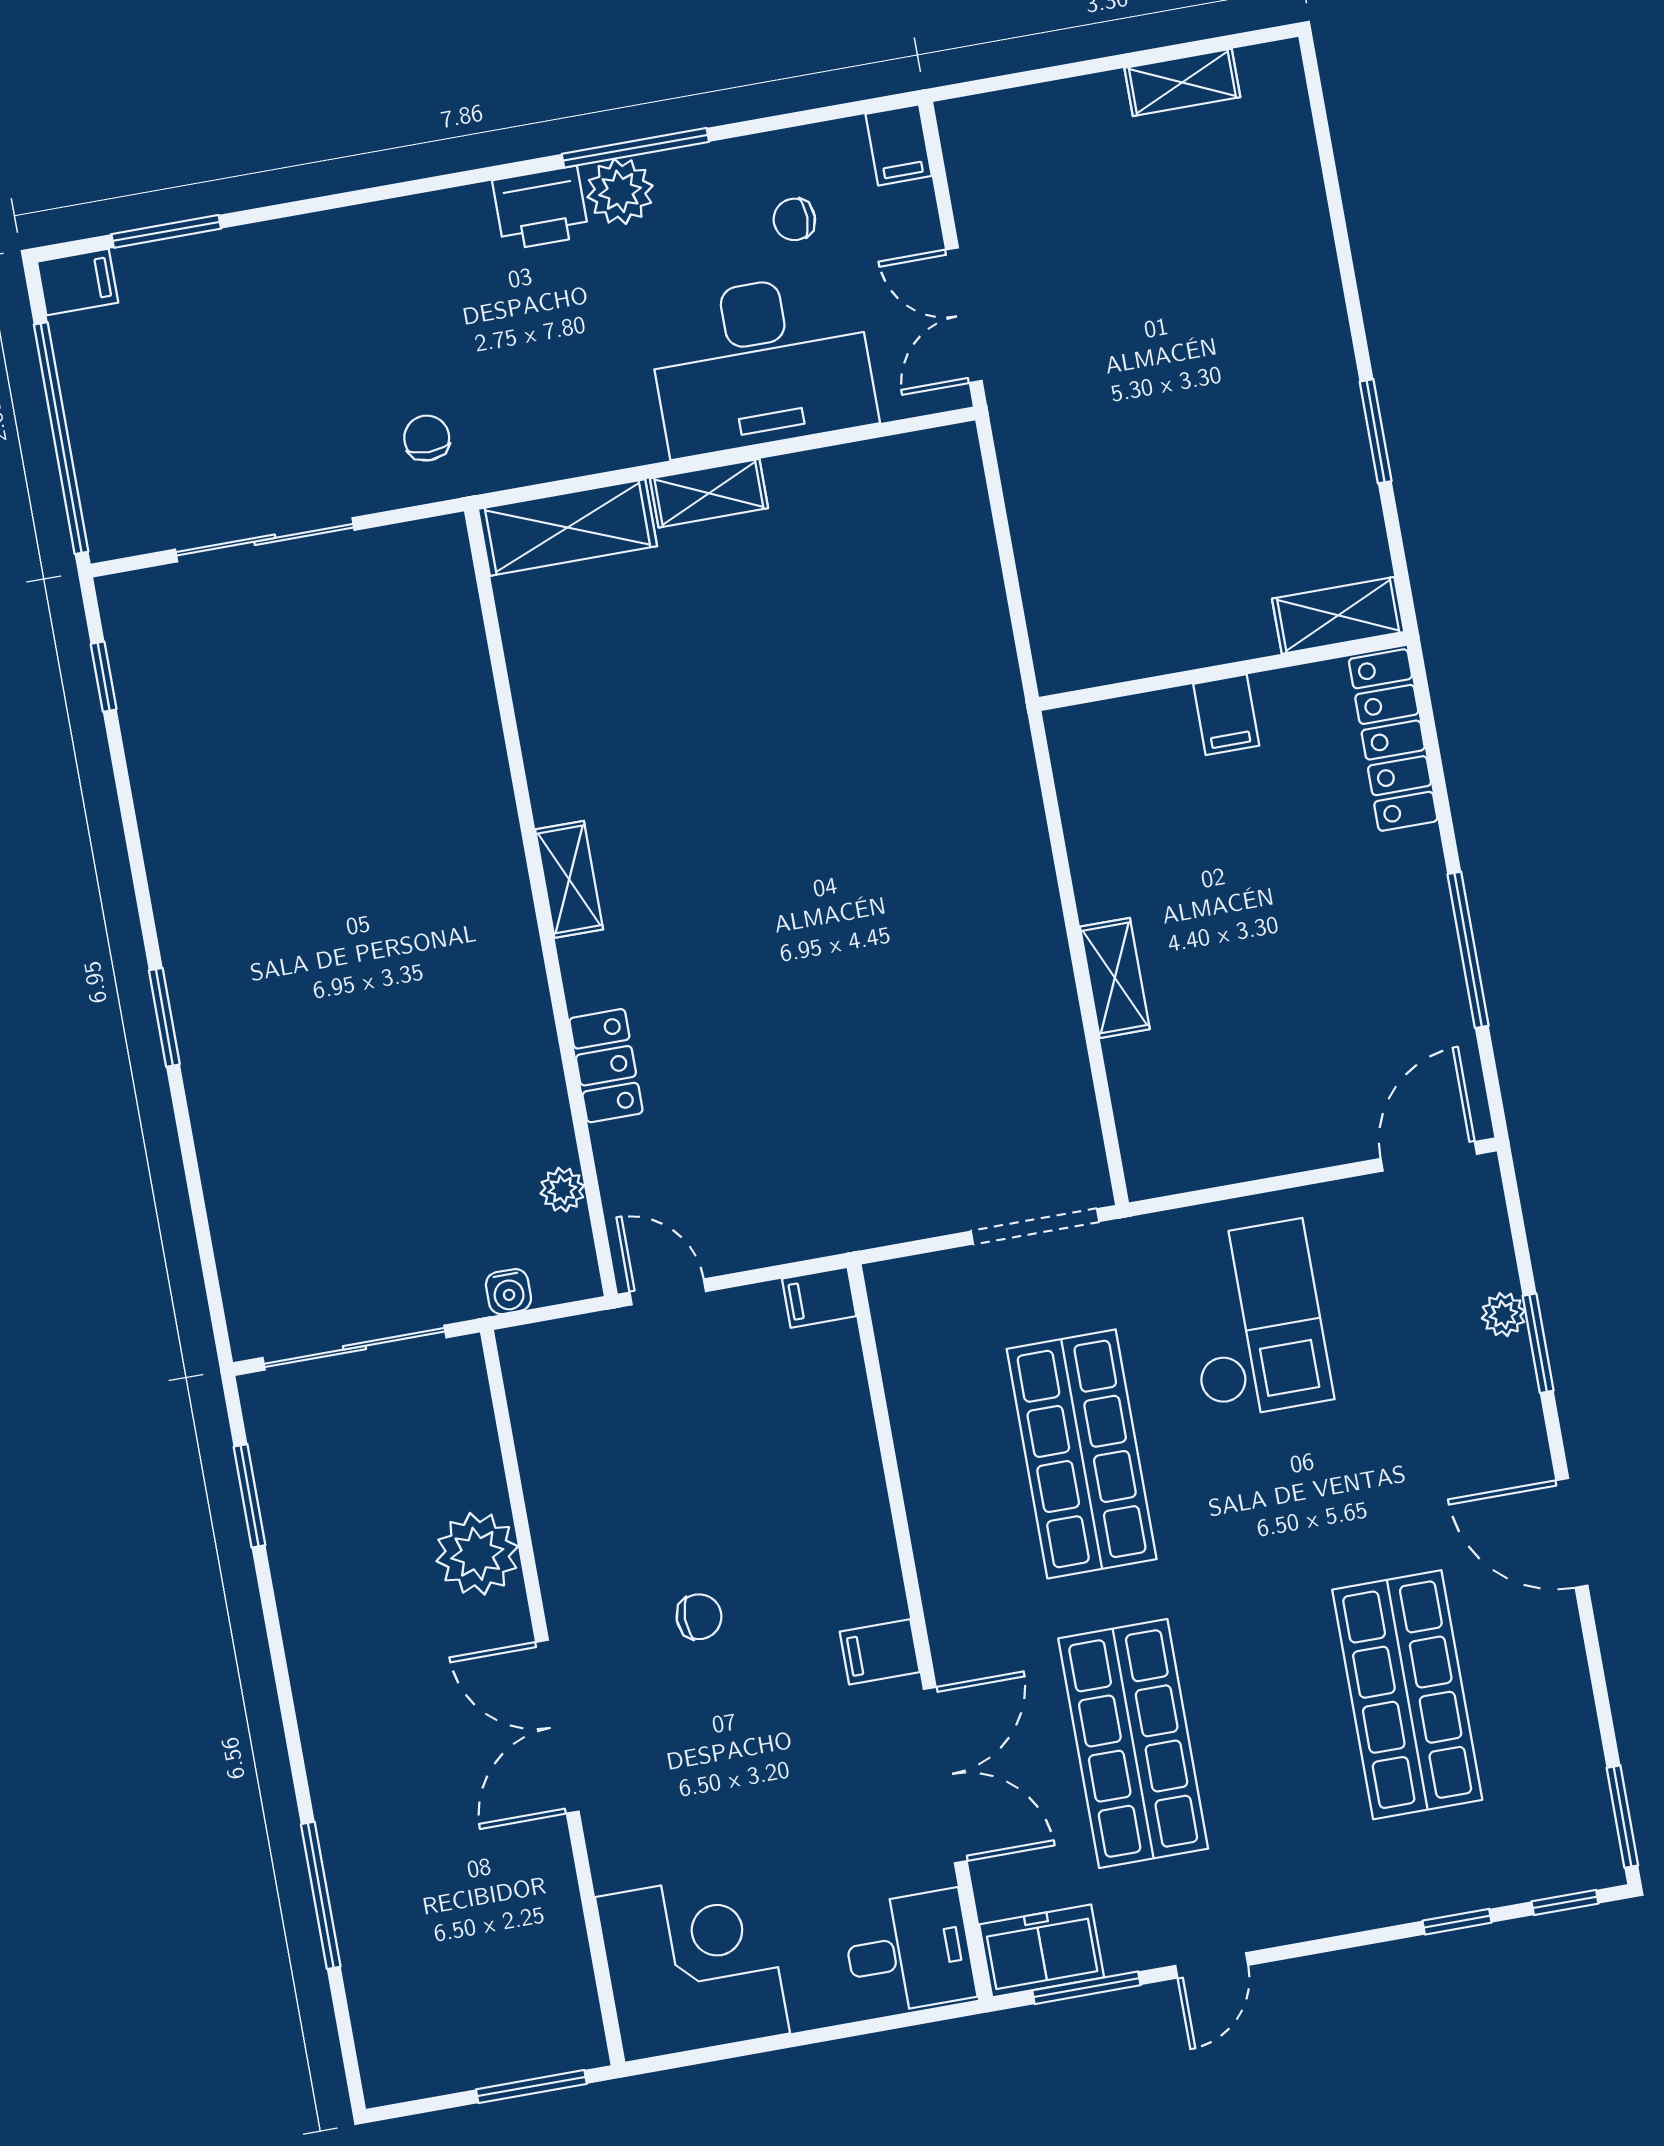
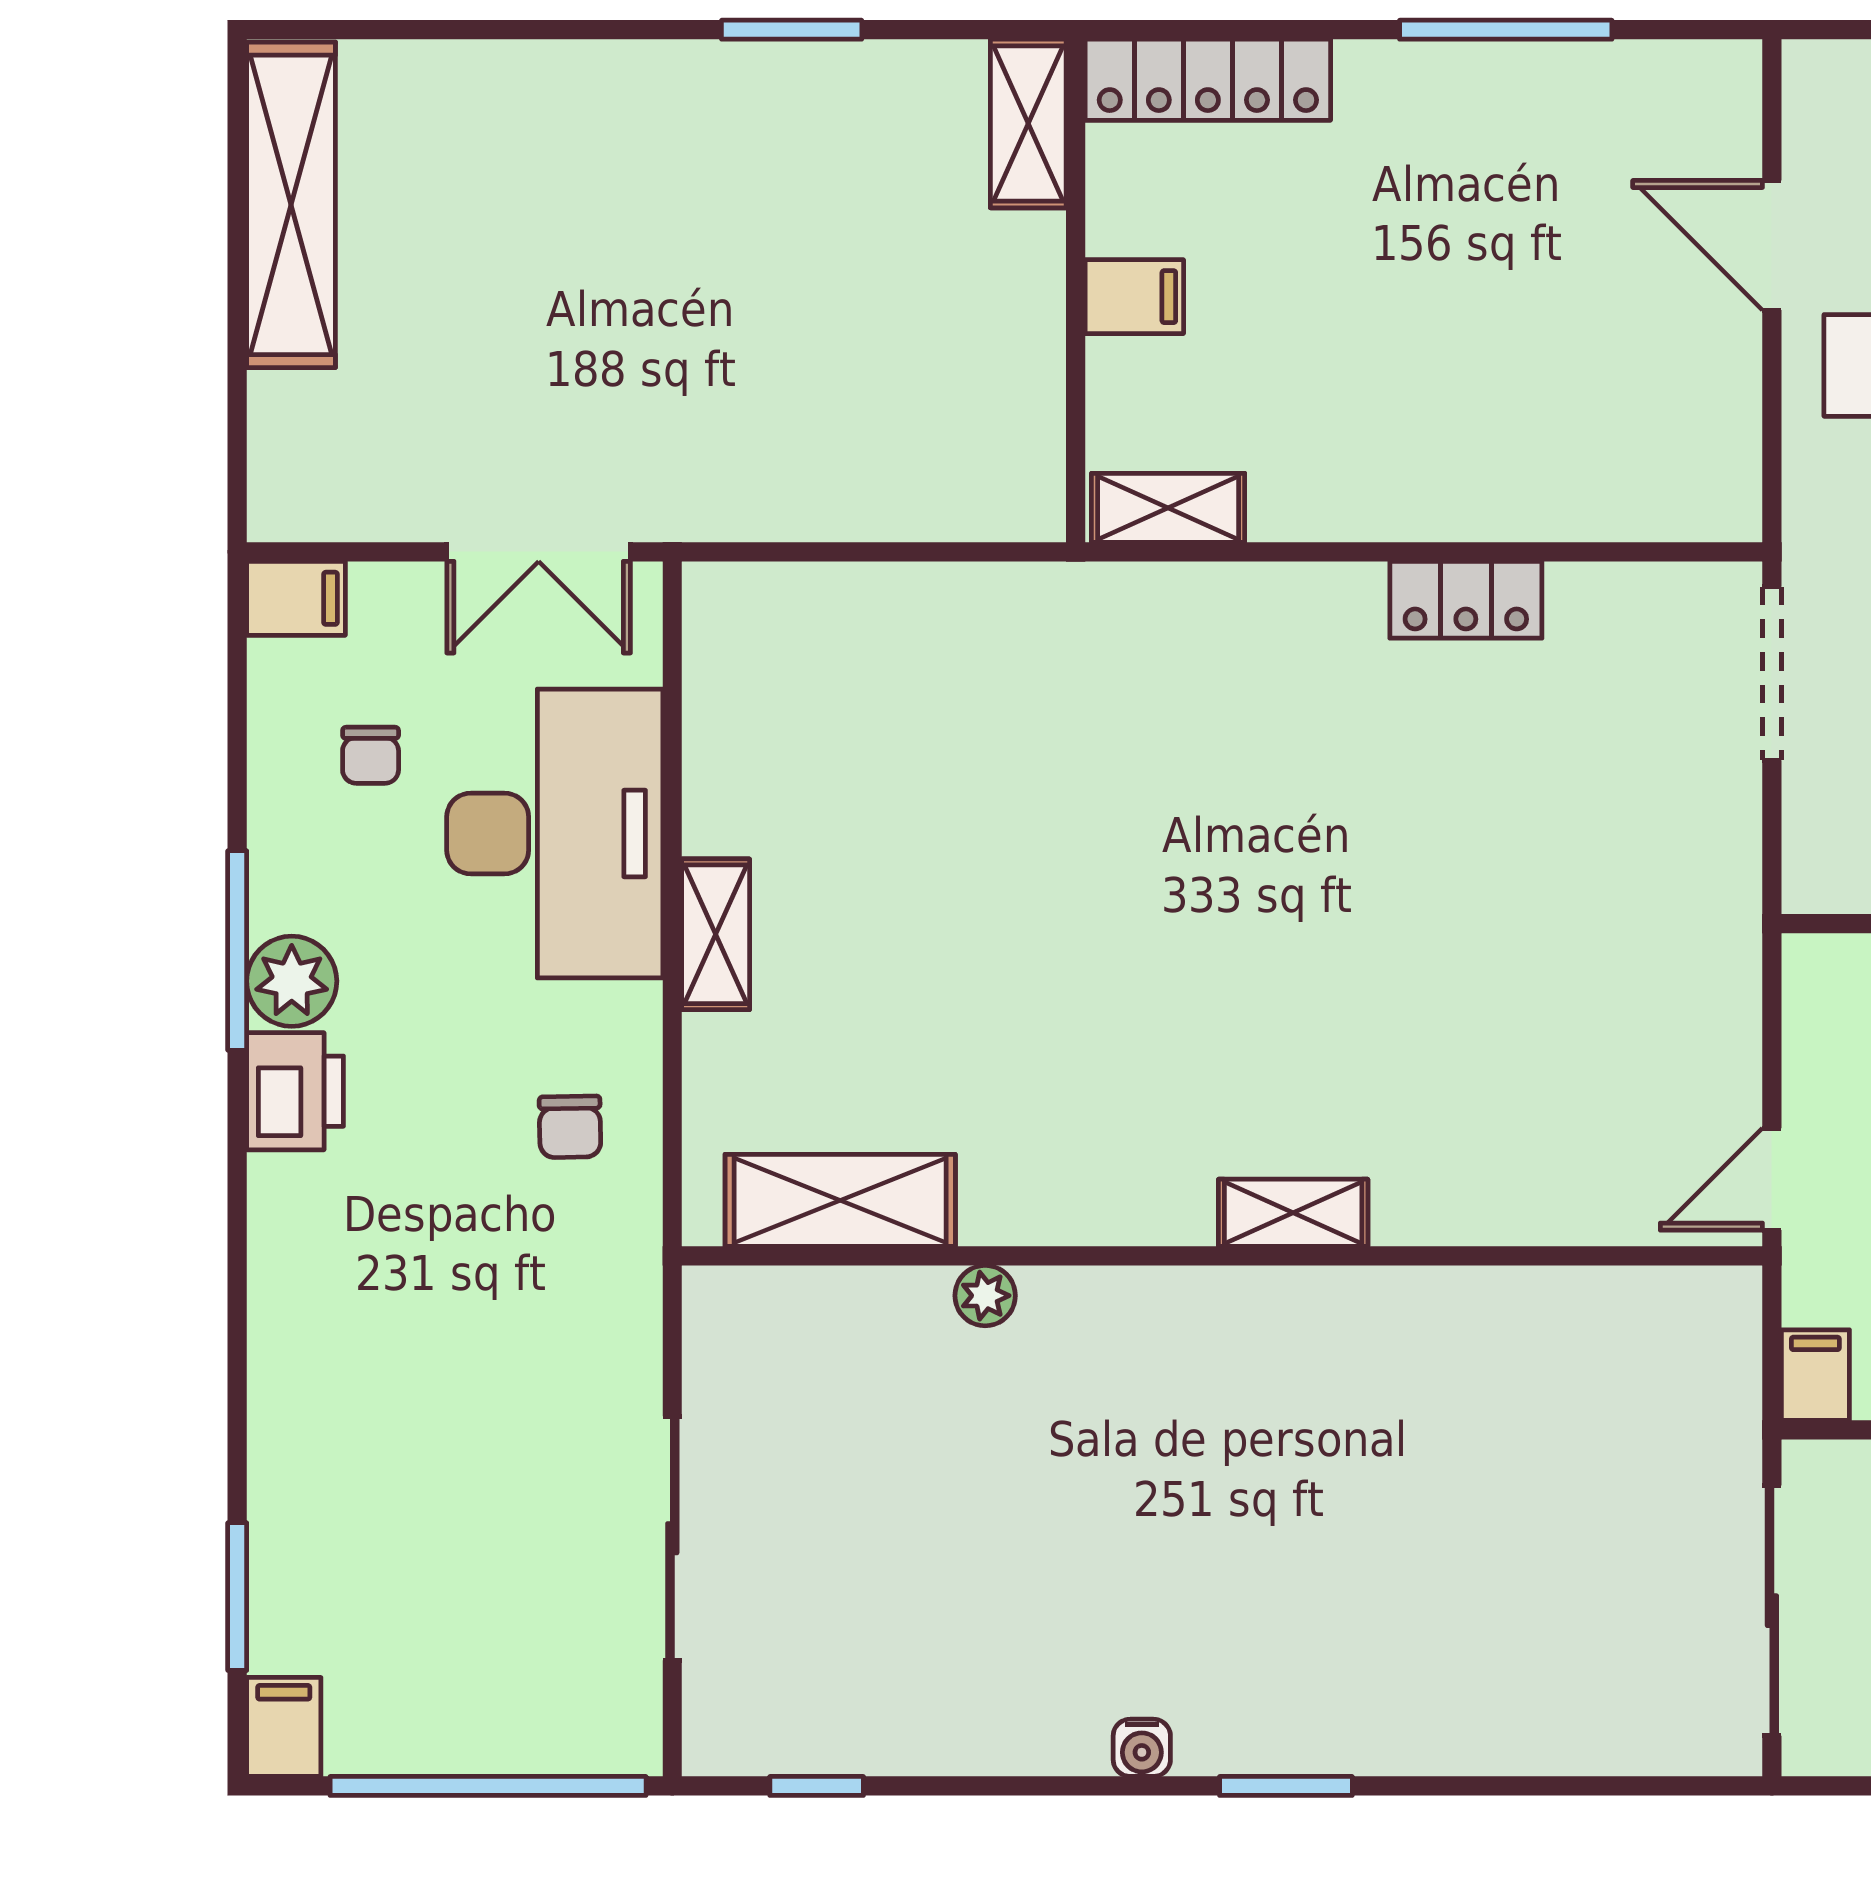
shelving: (1182, 82) -> (291, 205), width x2.20, depth x1.33
chair: (427, 438) -> (570, 1127), moved, turned -91
shelving: (568, 527) -> (840, 1200), moved, turned 90
shelving: (569, 879) -> (1293, 1213), moved
shelving: (1115, 978) -> (1168, 508), moved
locker: (606, 1066) -> (1466, 600), moved, turned 180
door: (1429, 1156) -> (1772, 245), moved
plant: (562, 1190) -> (985, 1296), moved
water cooler: (508, 1292) -> (1142, 1748), moved, turned 90
filing cabinet: (819, 1297) -> (1815, 1375), moved, turned 180

